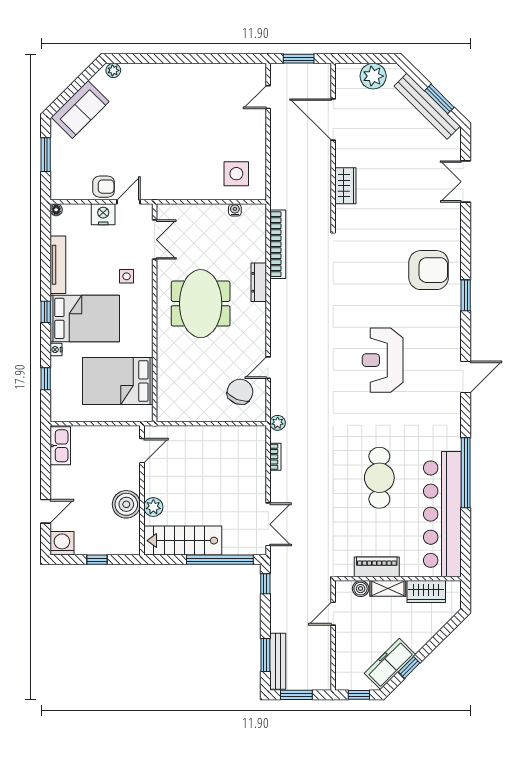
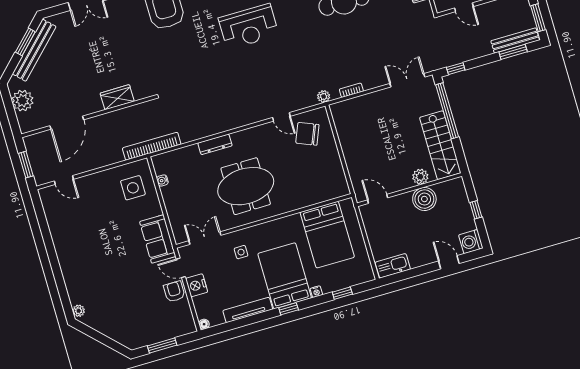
sofa: (80, 109) -> (158, 239), moved, turned -135
bookcase: (278, 244) -> (152, 146), moved

